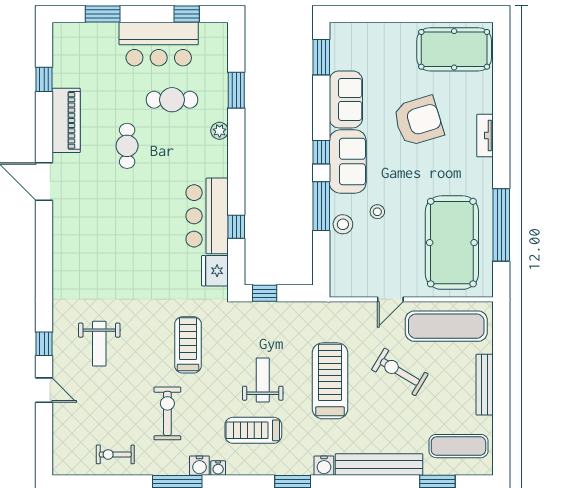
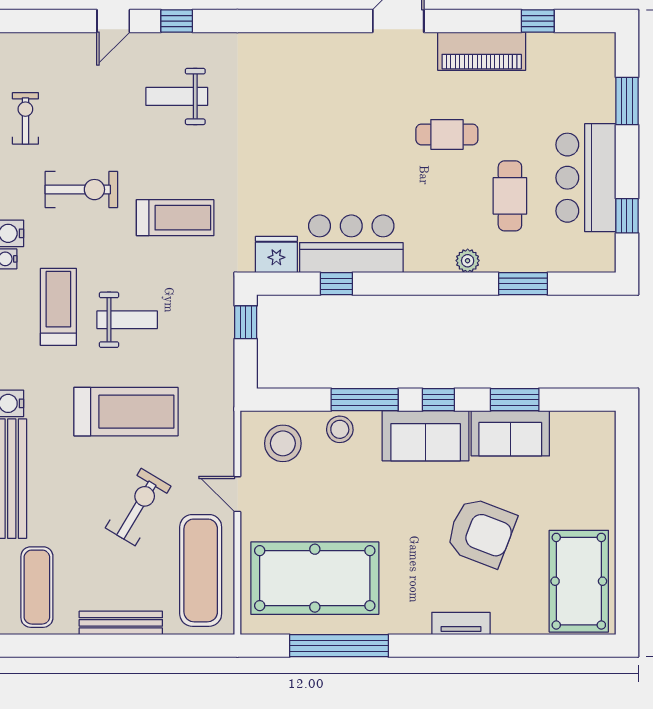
window: (321, 57) -> (515, 400), moved
armchair: (418, 121) -> (481, 532), turned -52
stool: (377, 212) -> (283, 443), moved, width x1.89, depth x1.89

